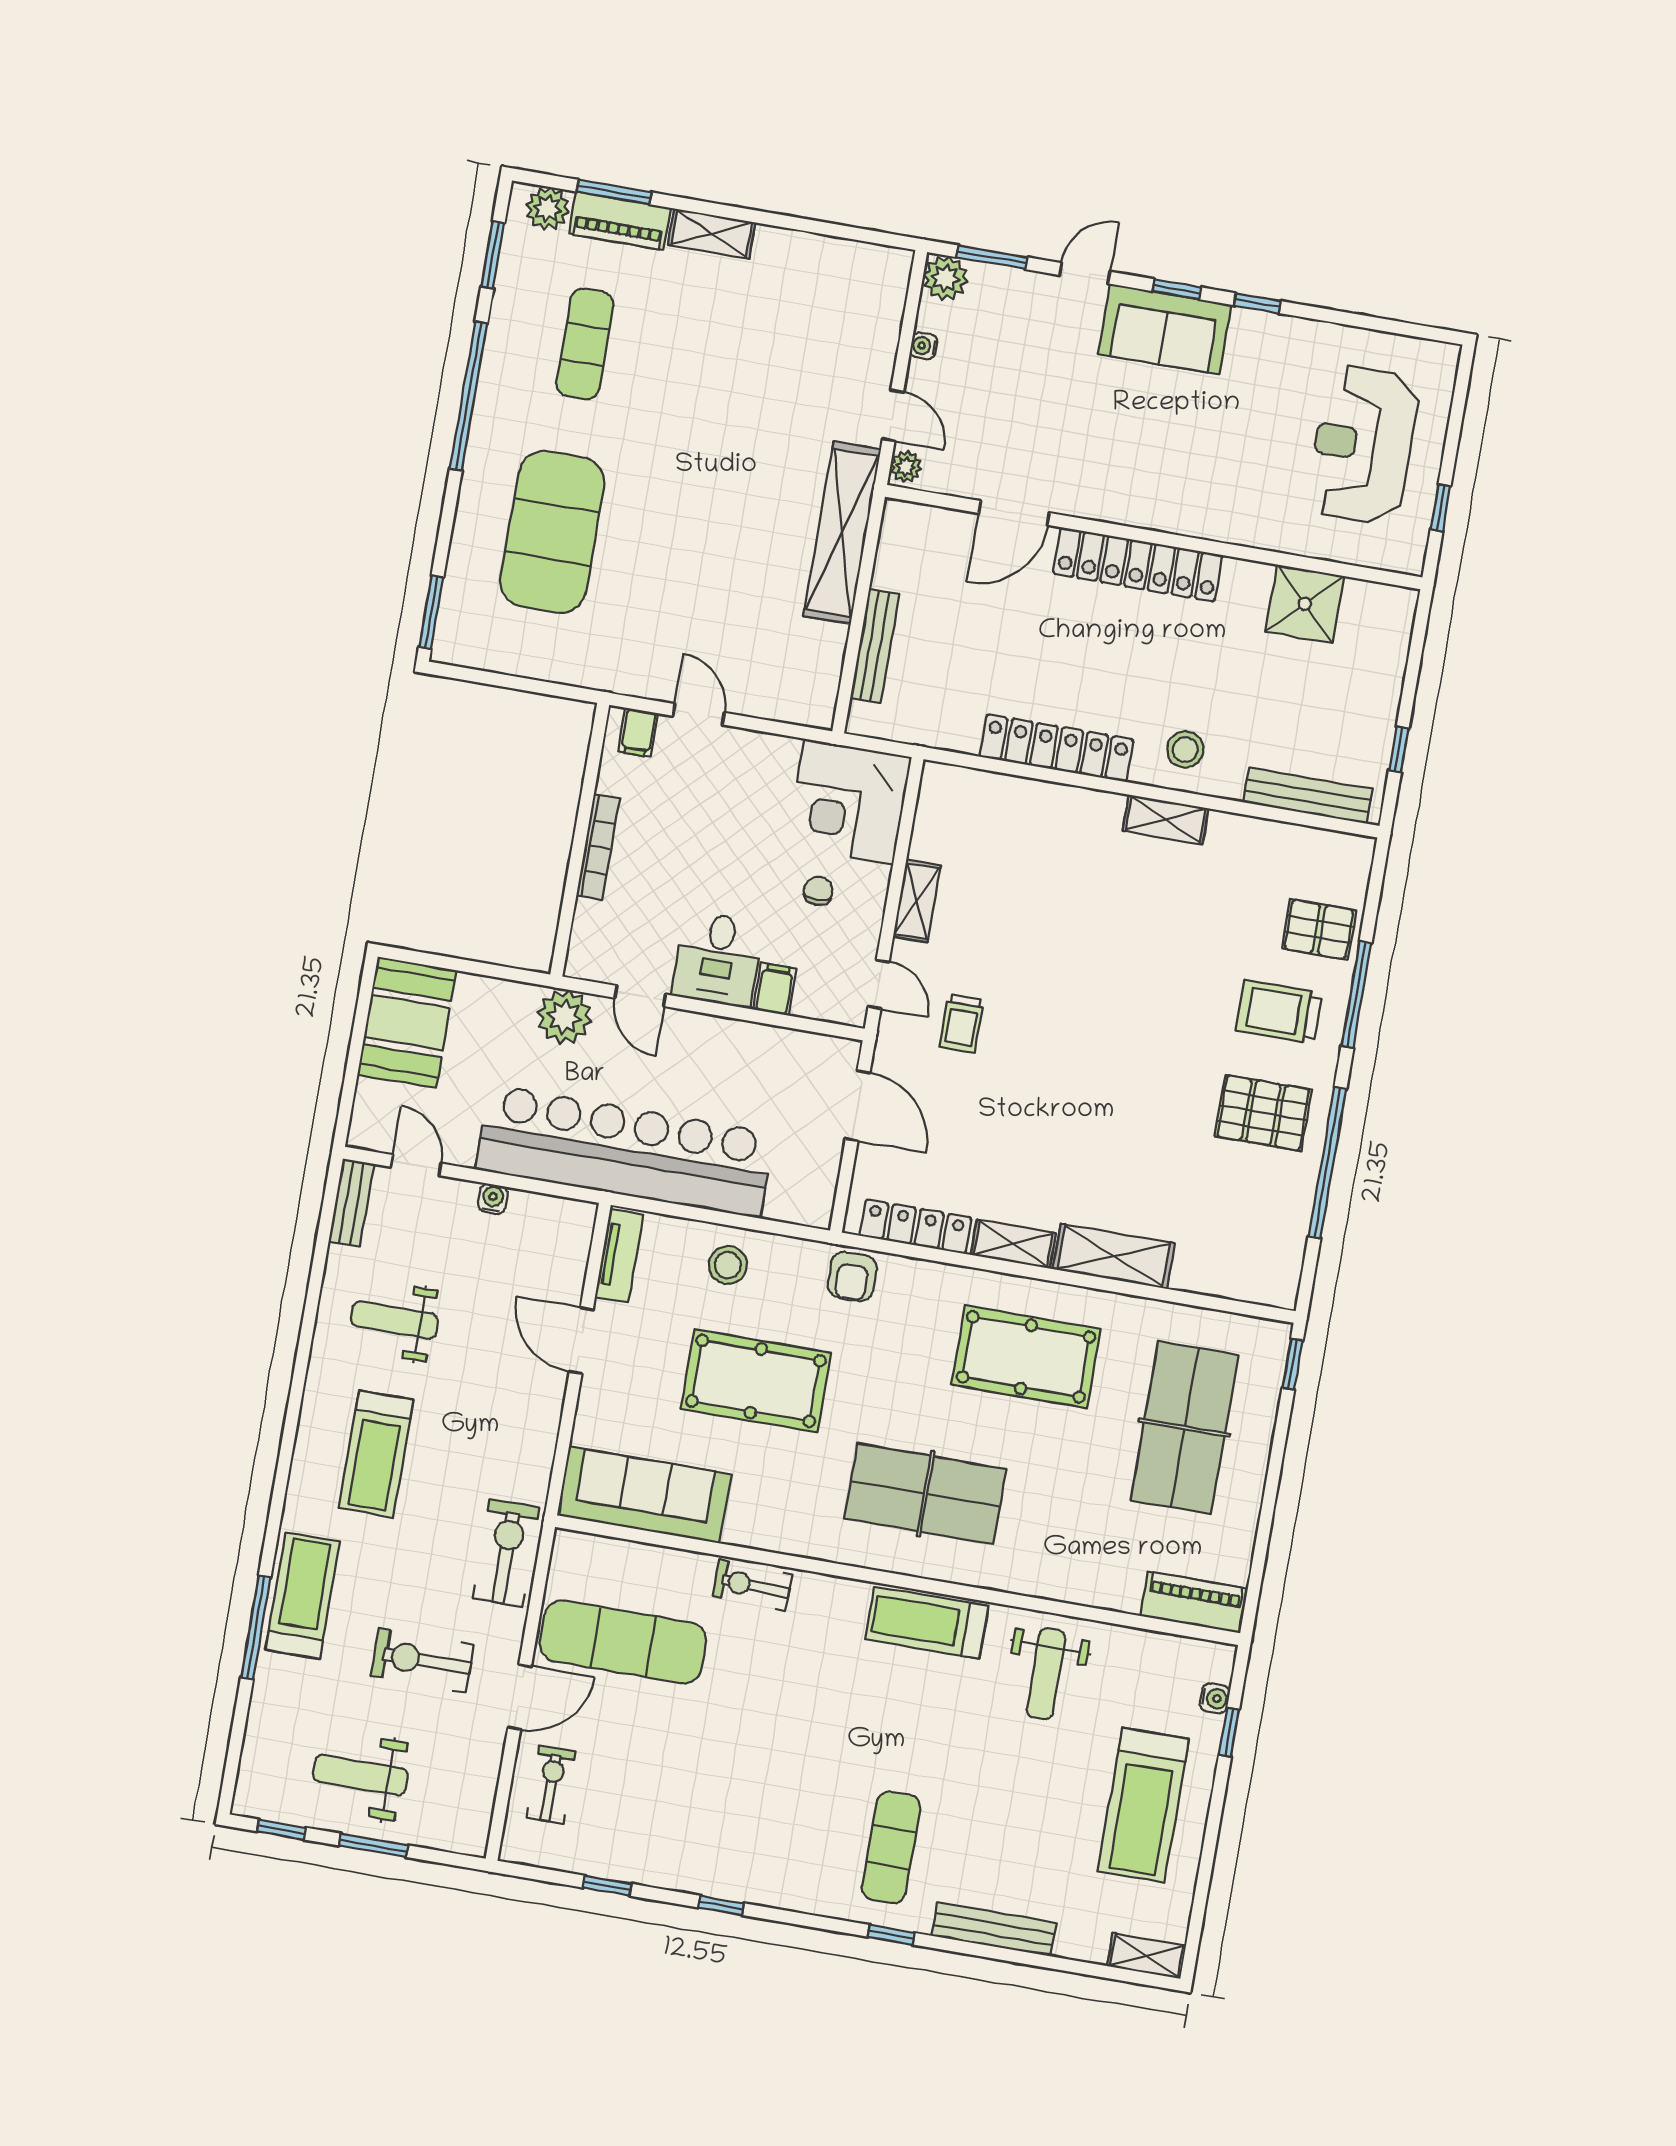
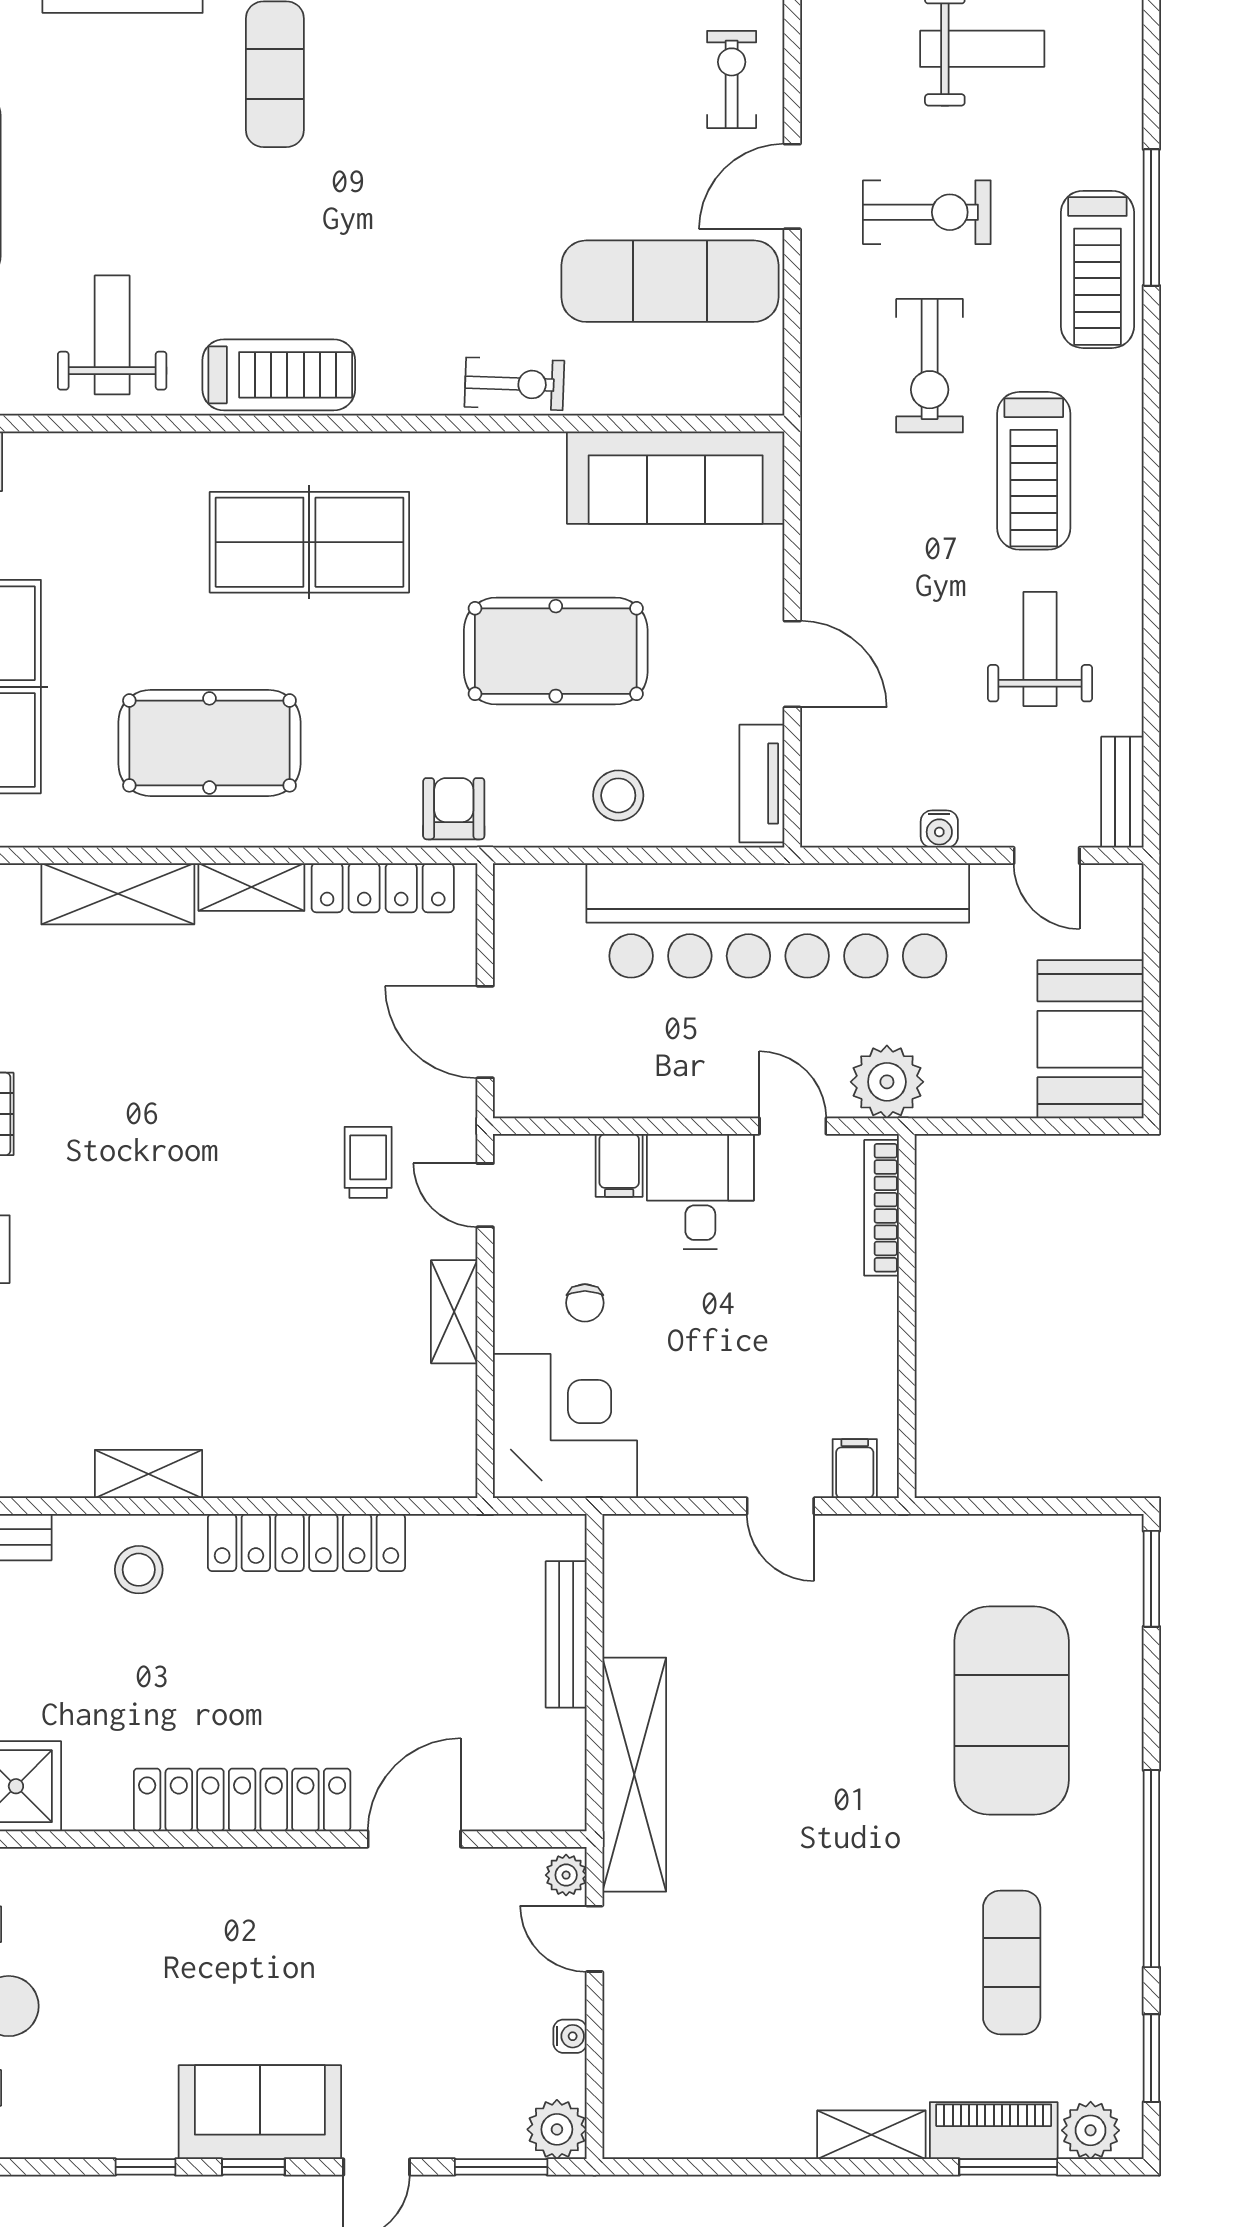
bookcase: (598, 847) -> (882, 1208), moved
weight bench: (394, 1320) -> (1040, 649), turned -90
treadmill: (376, 1454) -> (1034, 471), turned 180
exercise bike: (506, 1553) -> (930, 366), moved
exercise bike: (551, 1784) -> (732, 79), turned 180

